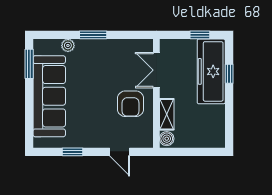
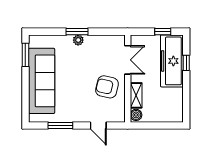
plant: (68, 45) -> (78, 40), moved
double door: (156, 70) -> (128, 60), swing flipped
armchair: (131, 104) -> (107, 87), turned 103
window: (72, 152) -> (60, 126), width x1.50

